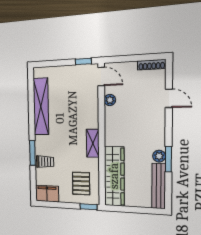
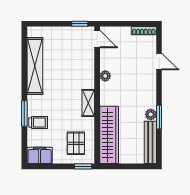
plant: (110, 100) -> (105, 76), moved

